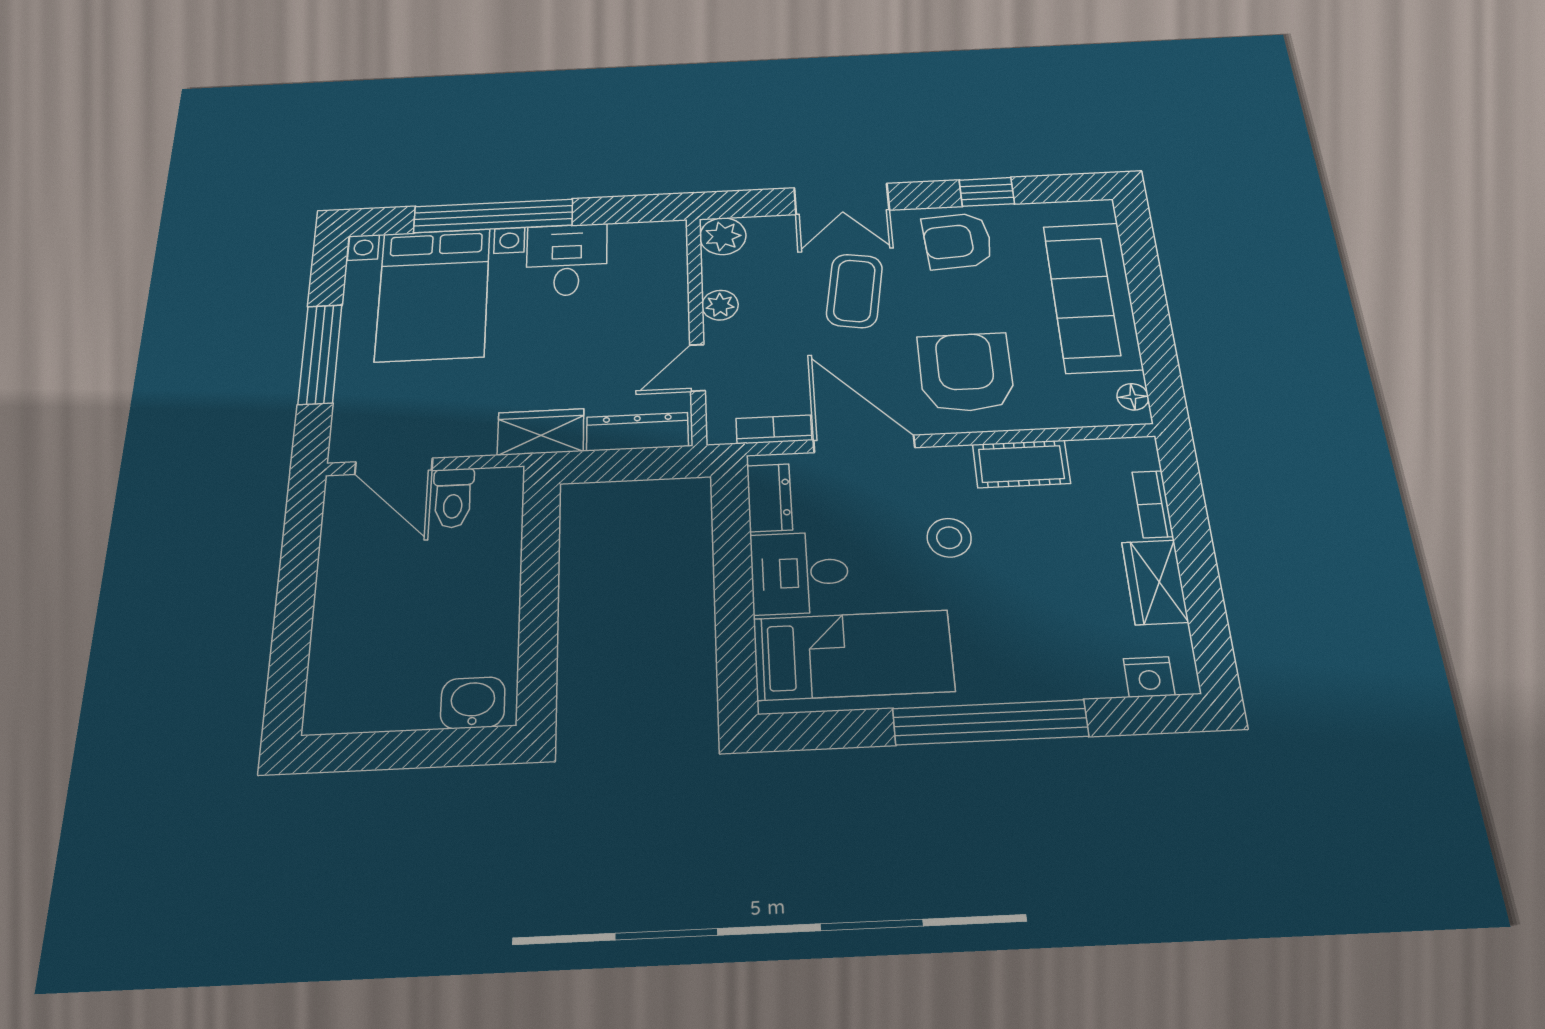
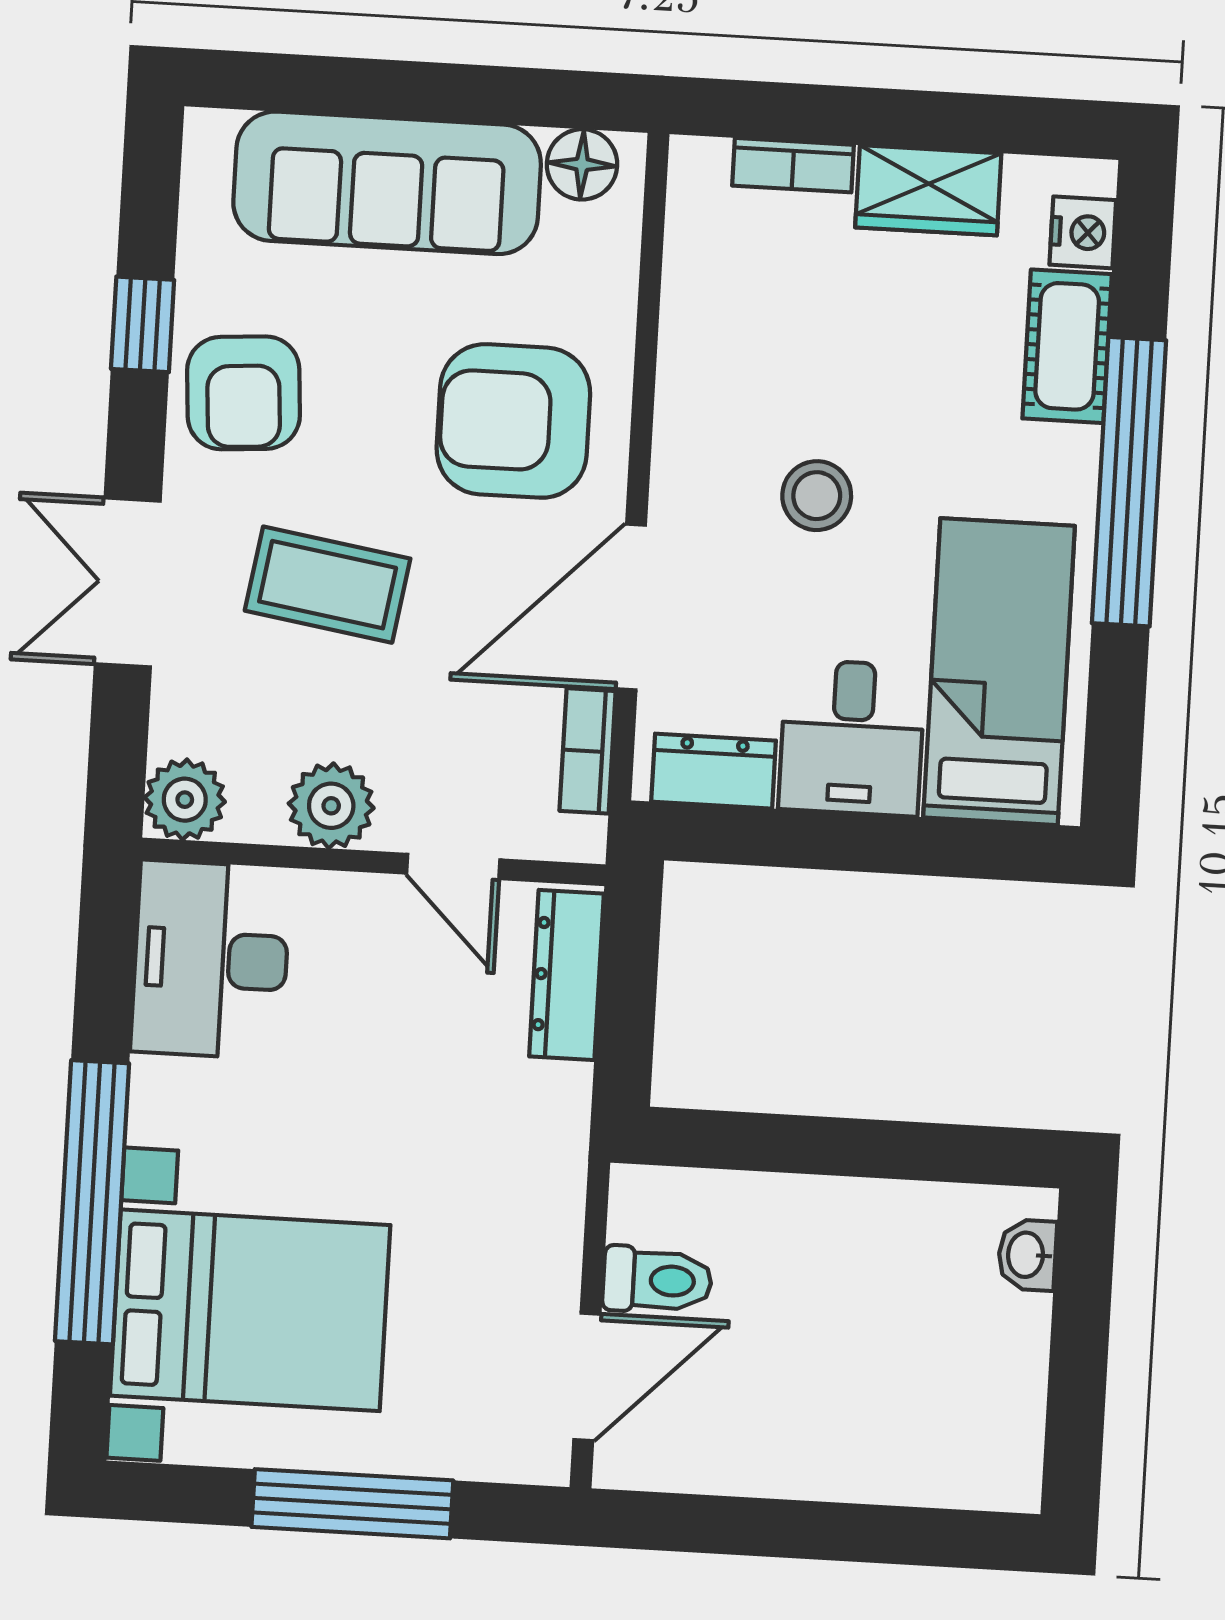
double door: (842, 199) -> (128, 582), swing flipped
desk: (567, 260) -> (211, 960), moved, width x1.37
plant: (720, 305) -> (331, 806), width x1.38, depth x1.38
floor lamp: (1133, 397) -> (582, 164), width x1.37, depth x1.37
wardrobe: (541, 432) -> (549, 1134), removed
cot: (1021, 464) -> (1067, 346), moved
washbasin: (473, 703) -> (1027, 1255), width x0.72, depth x0.69

